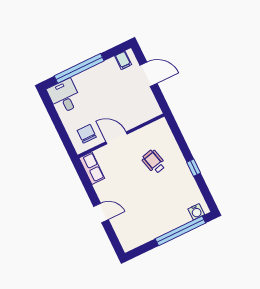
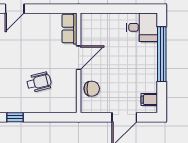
chair: (87, 134) -> (92, 89), moved
row of seats: (92, 168) -> (69, 29), moved, turned 90

